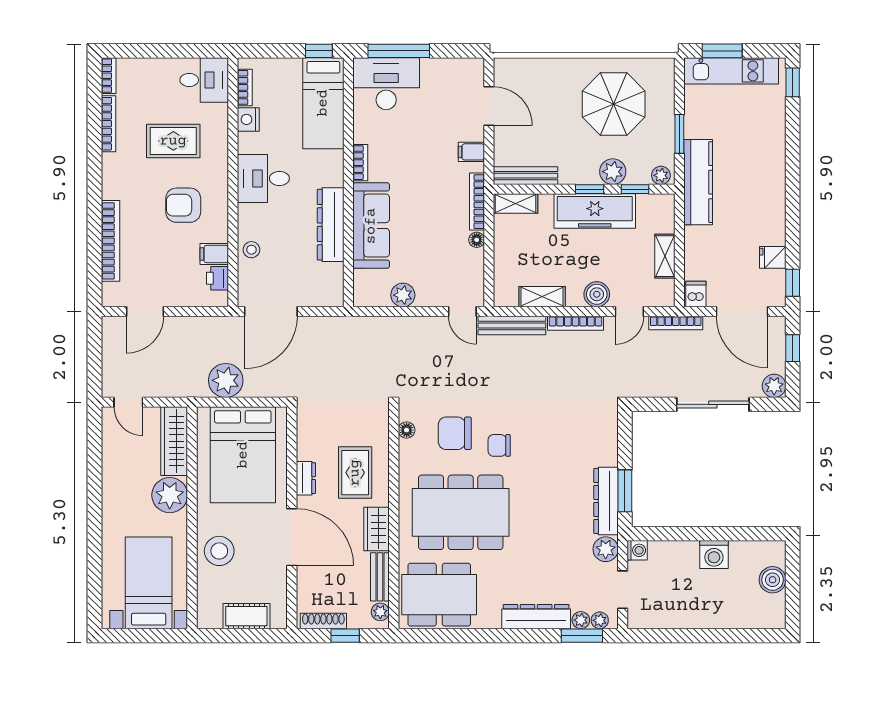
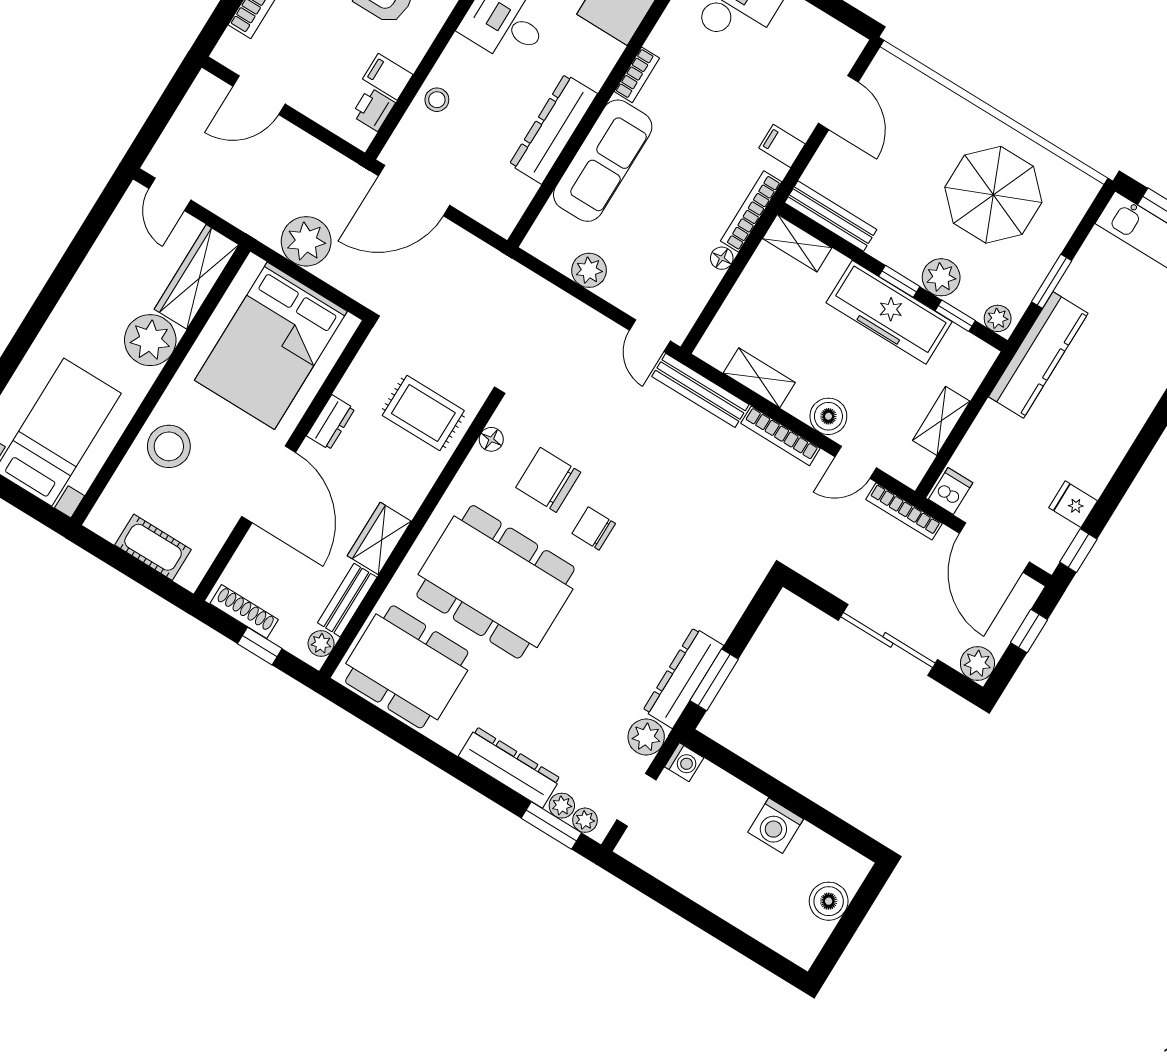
rug: (355, 473) -> (423, 413), moved, turned 90

